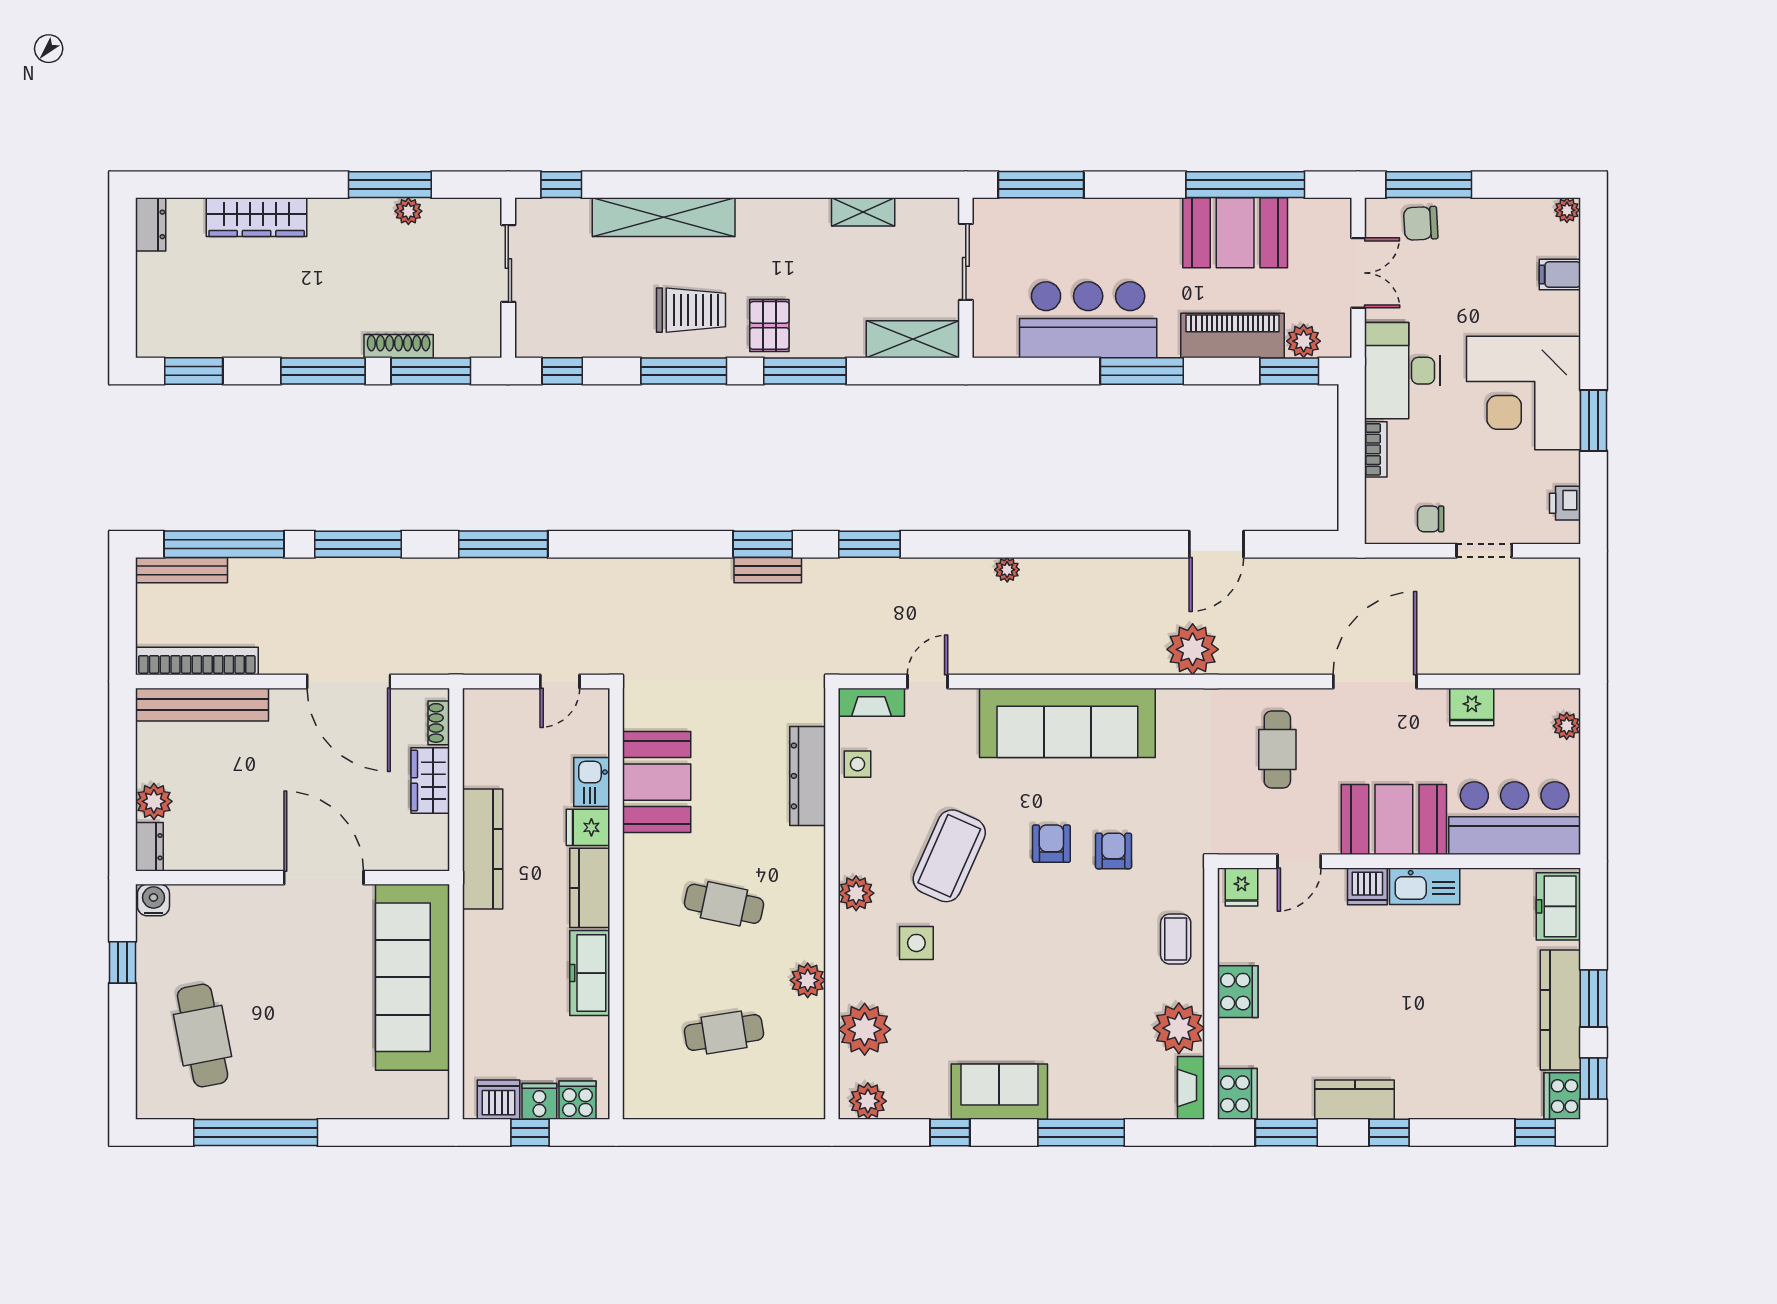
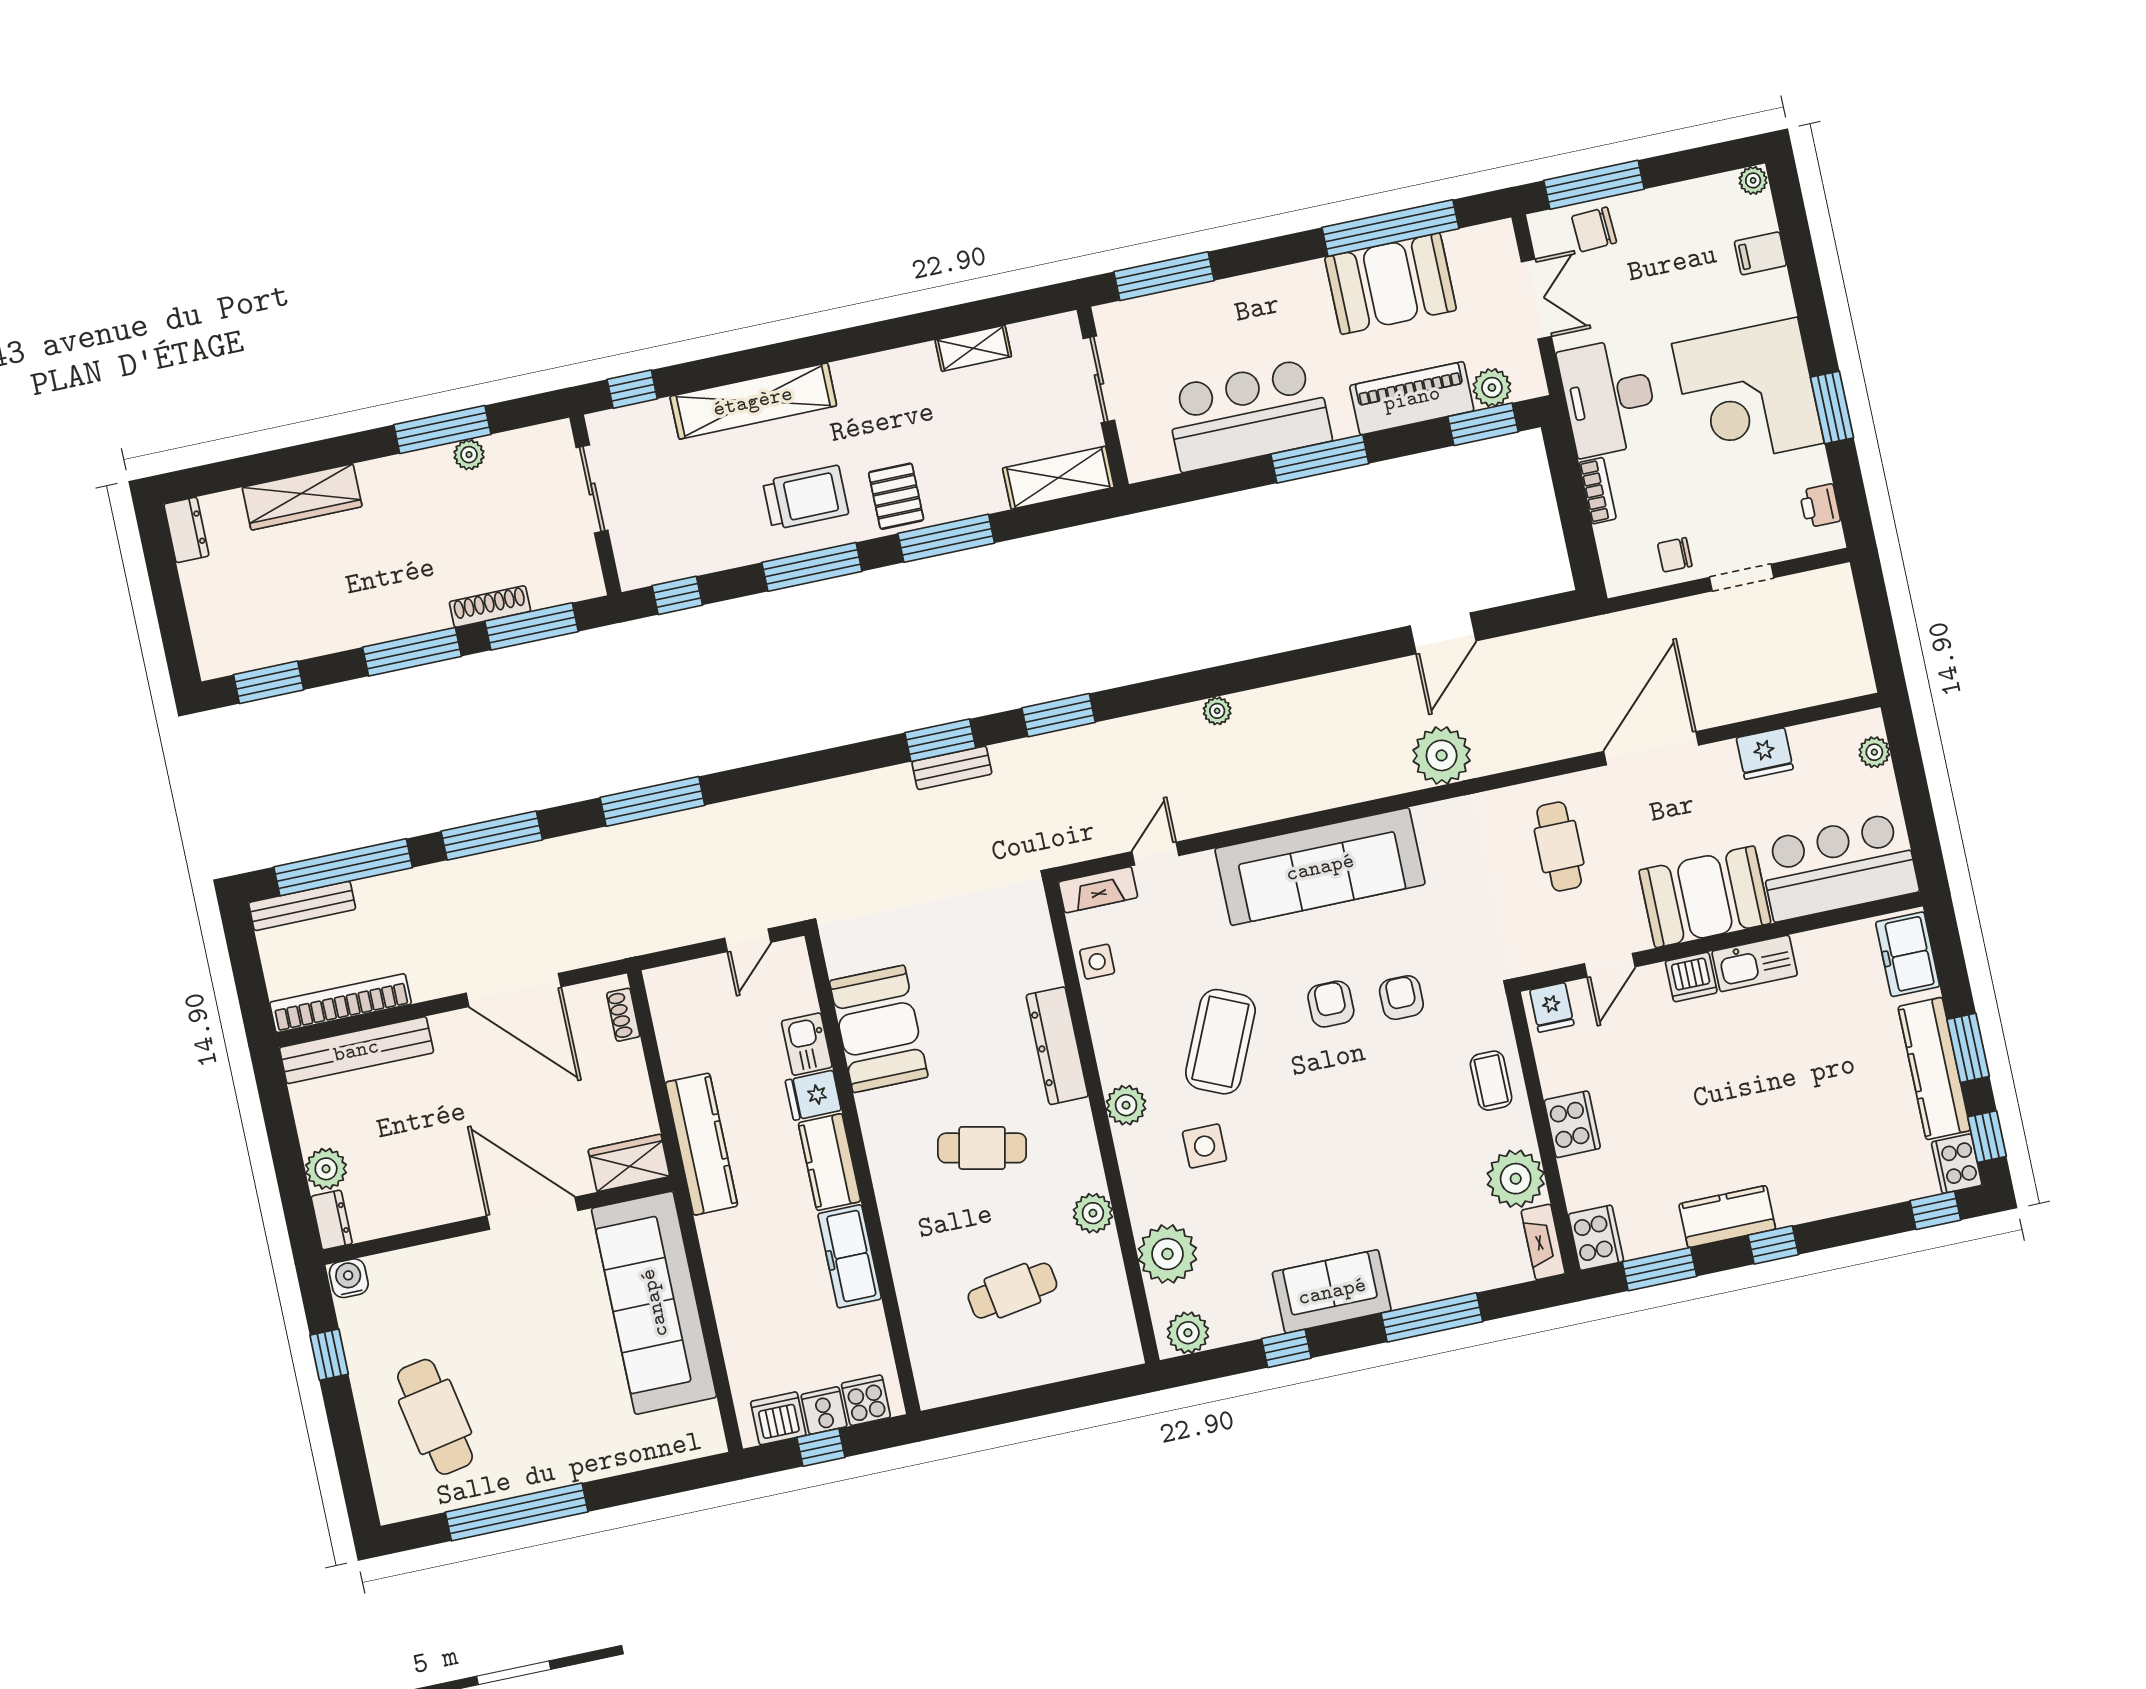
dresser: (808, 776) -> (1057, 1046), moved
wardrobe: (430, 781) -> (629, 1163), moved, turned 90

